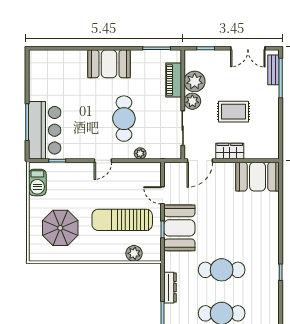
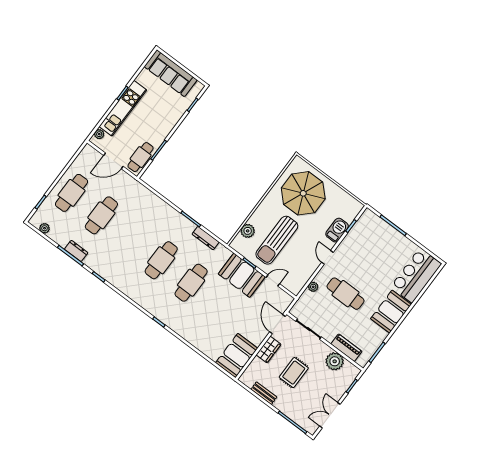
bench: (274, 70) -> (264, 393), moved
plant: (192, 101) -> (322, 350), removed
bar counter: (45, 130) -> (416, 275), moved, turned 90
barbecue: (37, 182) -> (337, 230), moved, turned 90
sun lounger: (122, 220) -> (277, 240), turned 180
parasol: (60, 228) -> (303, 193), width x1.36, depth x1.36

